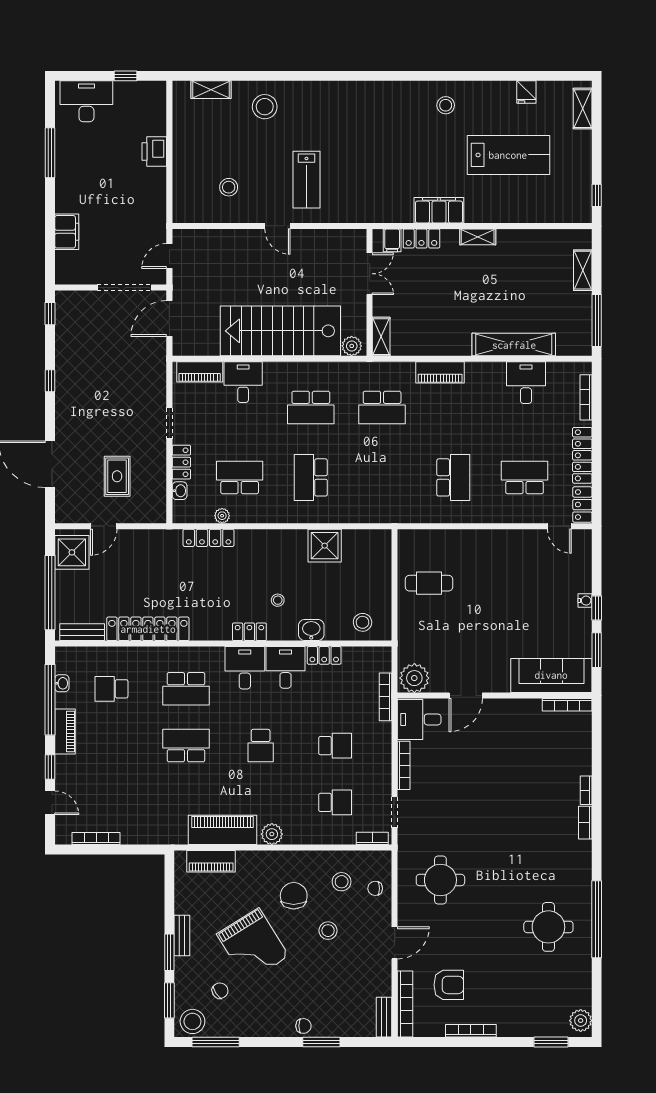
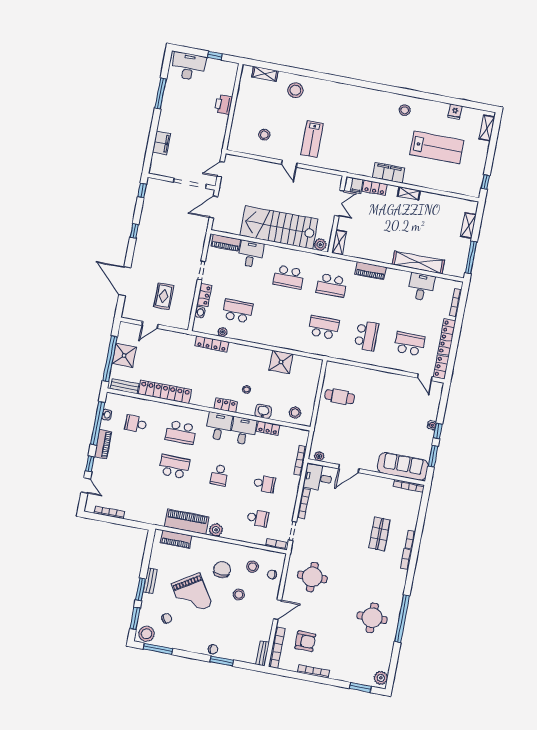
school desk: (311, 477) -> (323, 327), moved, turned 90
shower: (72, 552) -> (124, 355), moved
plant: (414, 678) -> (319, 456), width x0.53, depth x0.53
shop shelf: (535, 790) -> (380, 534), added

